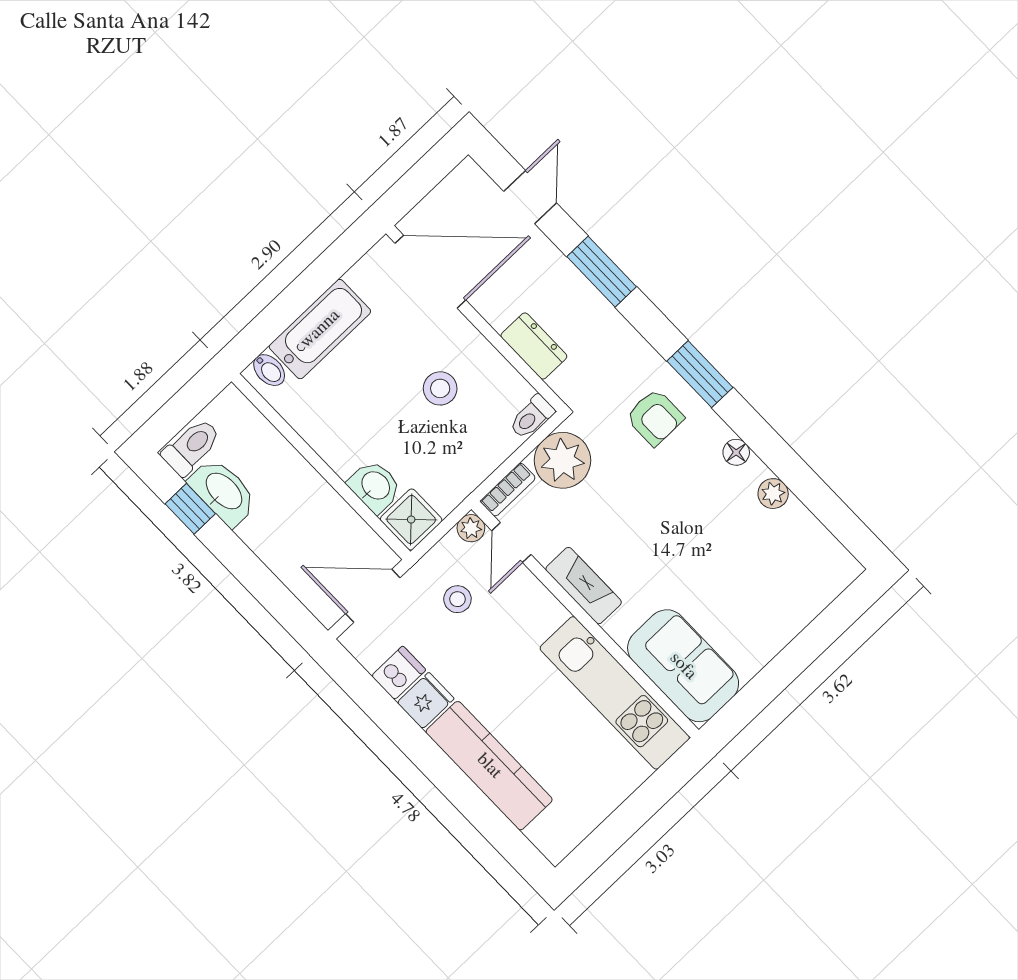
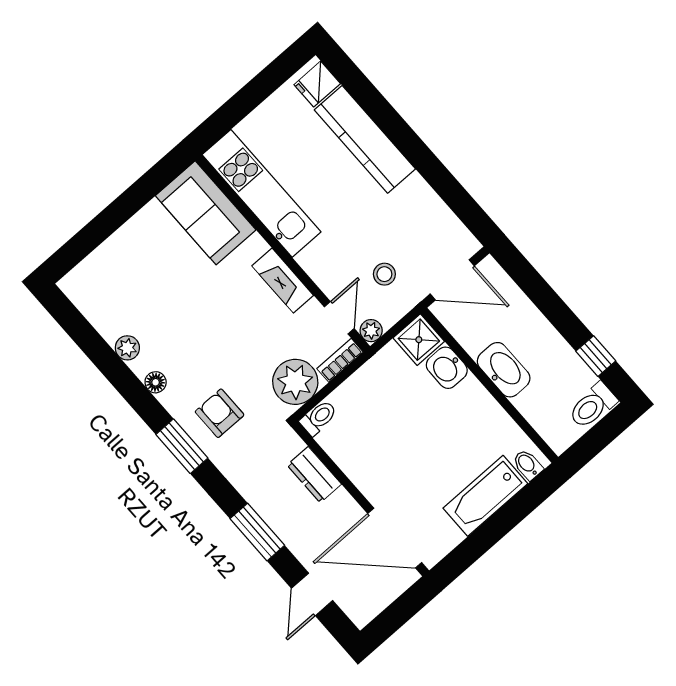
stool: (440, 388) -> (391, 444), removed
washbasin: (223, 492) -> (504, 370), moved, turned 180
dishwasher: (399, 673) -> (434, 217), removed
fridge: (426, 701) -> (317, 84), moved

